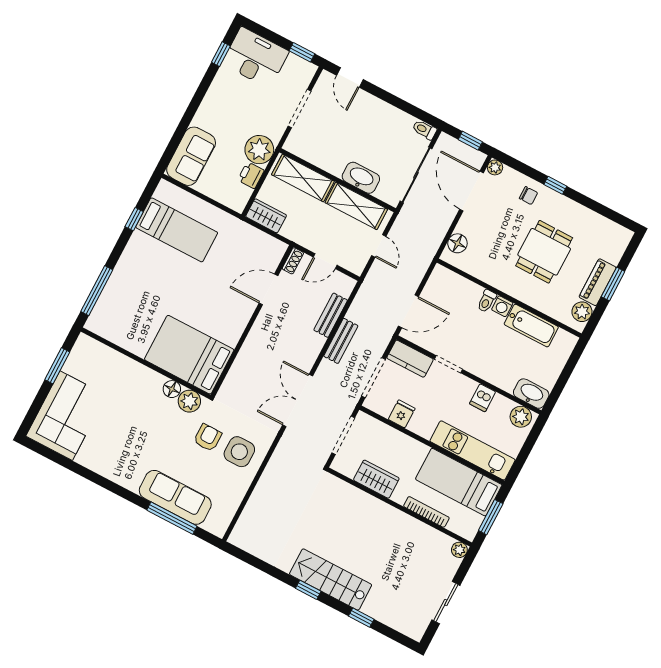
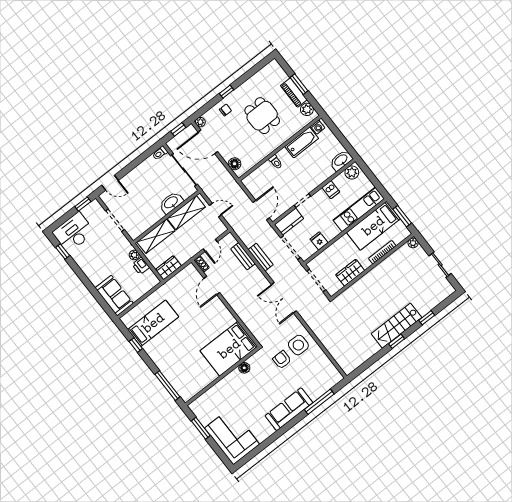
plant: (259, 150) -> (134, 255), width x0.53, depth x0.53
washing machine: (502, 306) -> (318, 127), moved
plant: (189, 401) -> (256, 361), removed
sofa: (175, 497) -> (289, 409), moved

